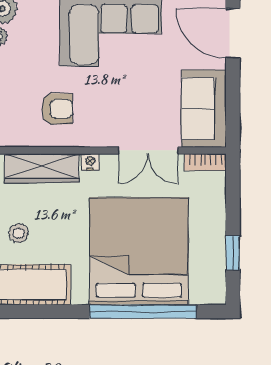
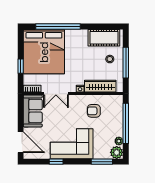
double door: (148, 150) -> (56, 94), swing flipped
bed: (139, 251) -> (44, 52), moved
window: (233, 253) -> (21, 66), moved

